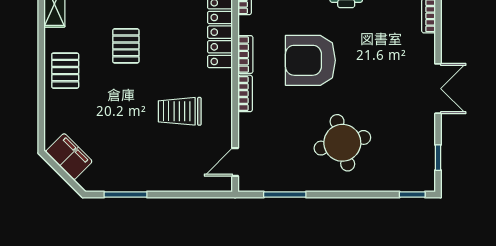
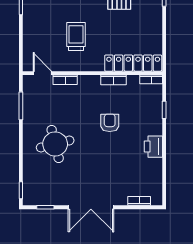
armchair: (310, 60) -> (110, 123), width x0.53, depth x0.53
double door: (438, 89) -> (91, 207), width x1.37
bookcase: (245, 93) -> (65, 80), moved

